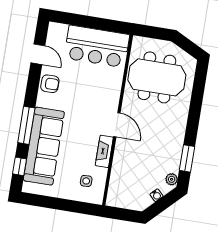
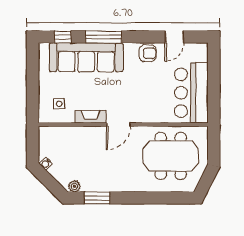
meeting table: (157, 77) -> (171, 156), turned 90
armchair: (50, 84) -> (148, 53), turned -90
water cooler: (157, 195) -> (46, 164), moved

